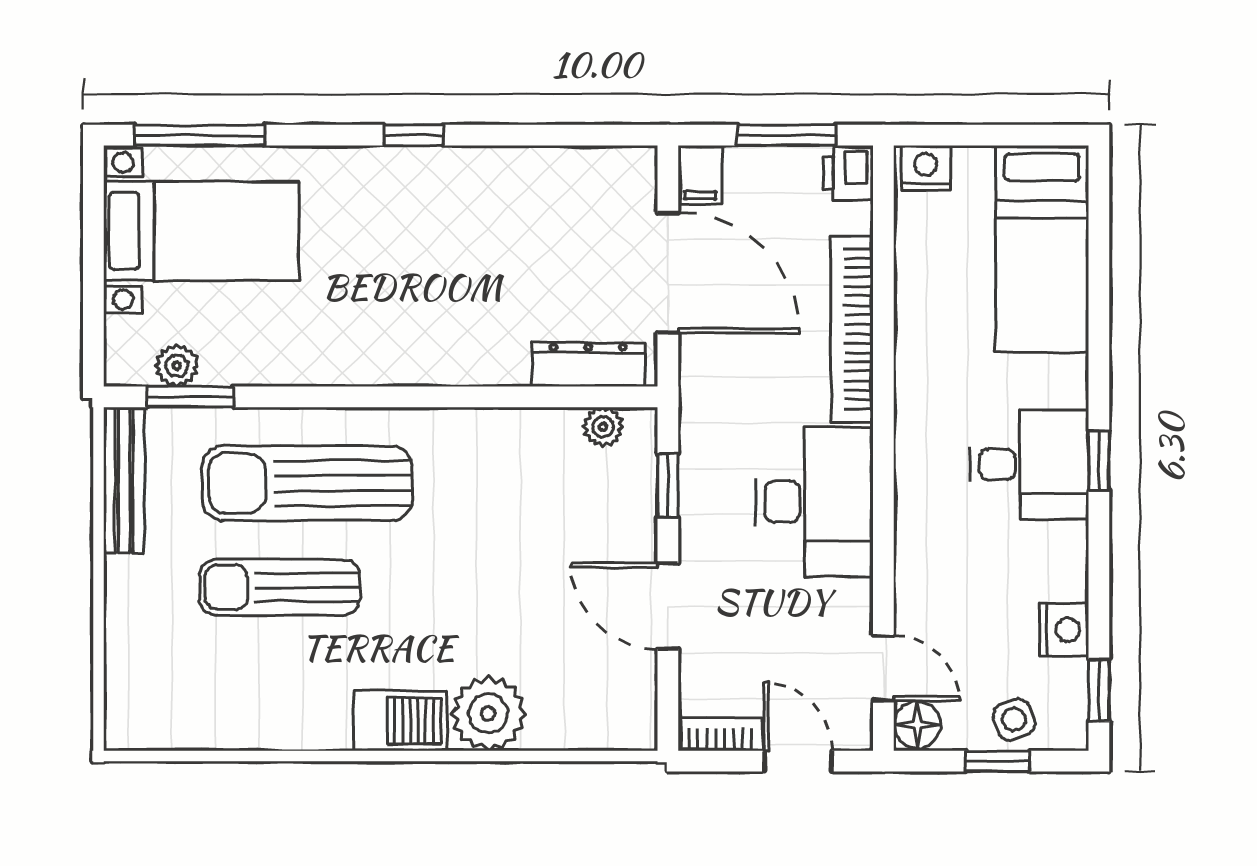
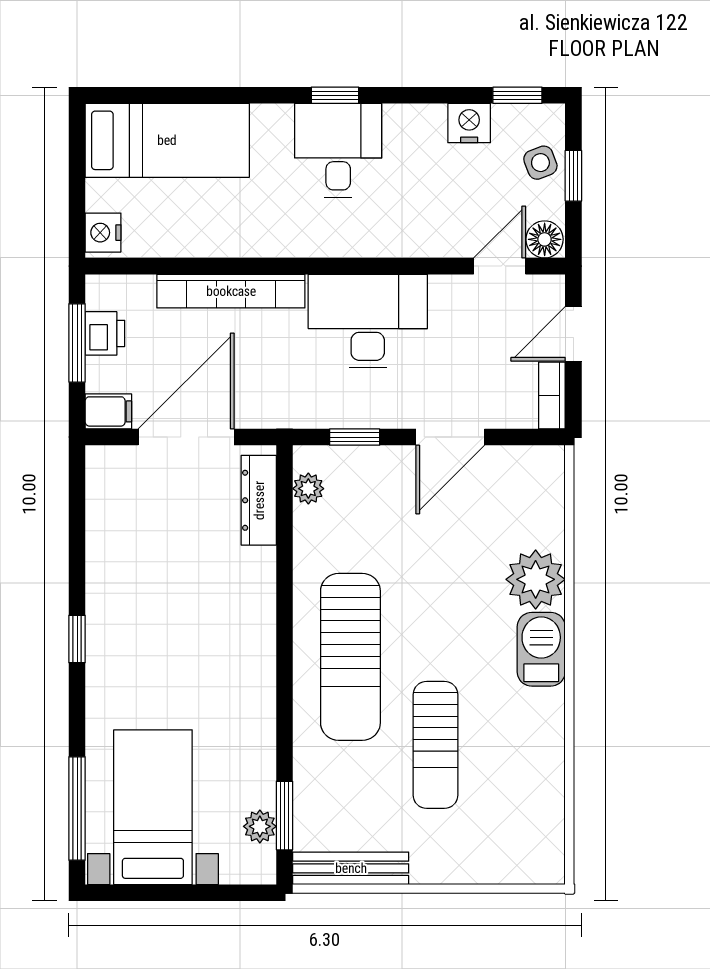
printer: (848, 173) -> (105, 333), moved, turned -90
sun lounger: (307, 483) -> (350, 657), moved

